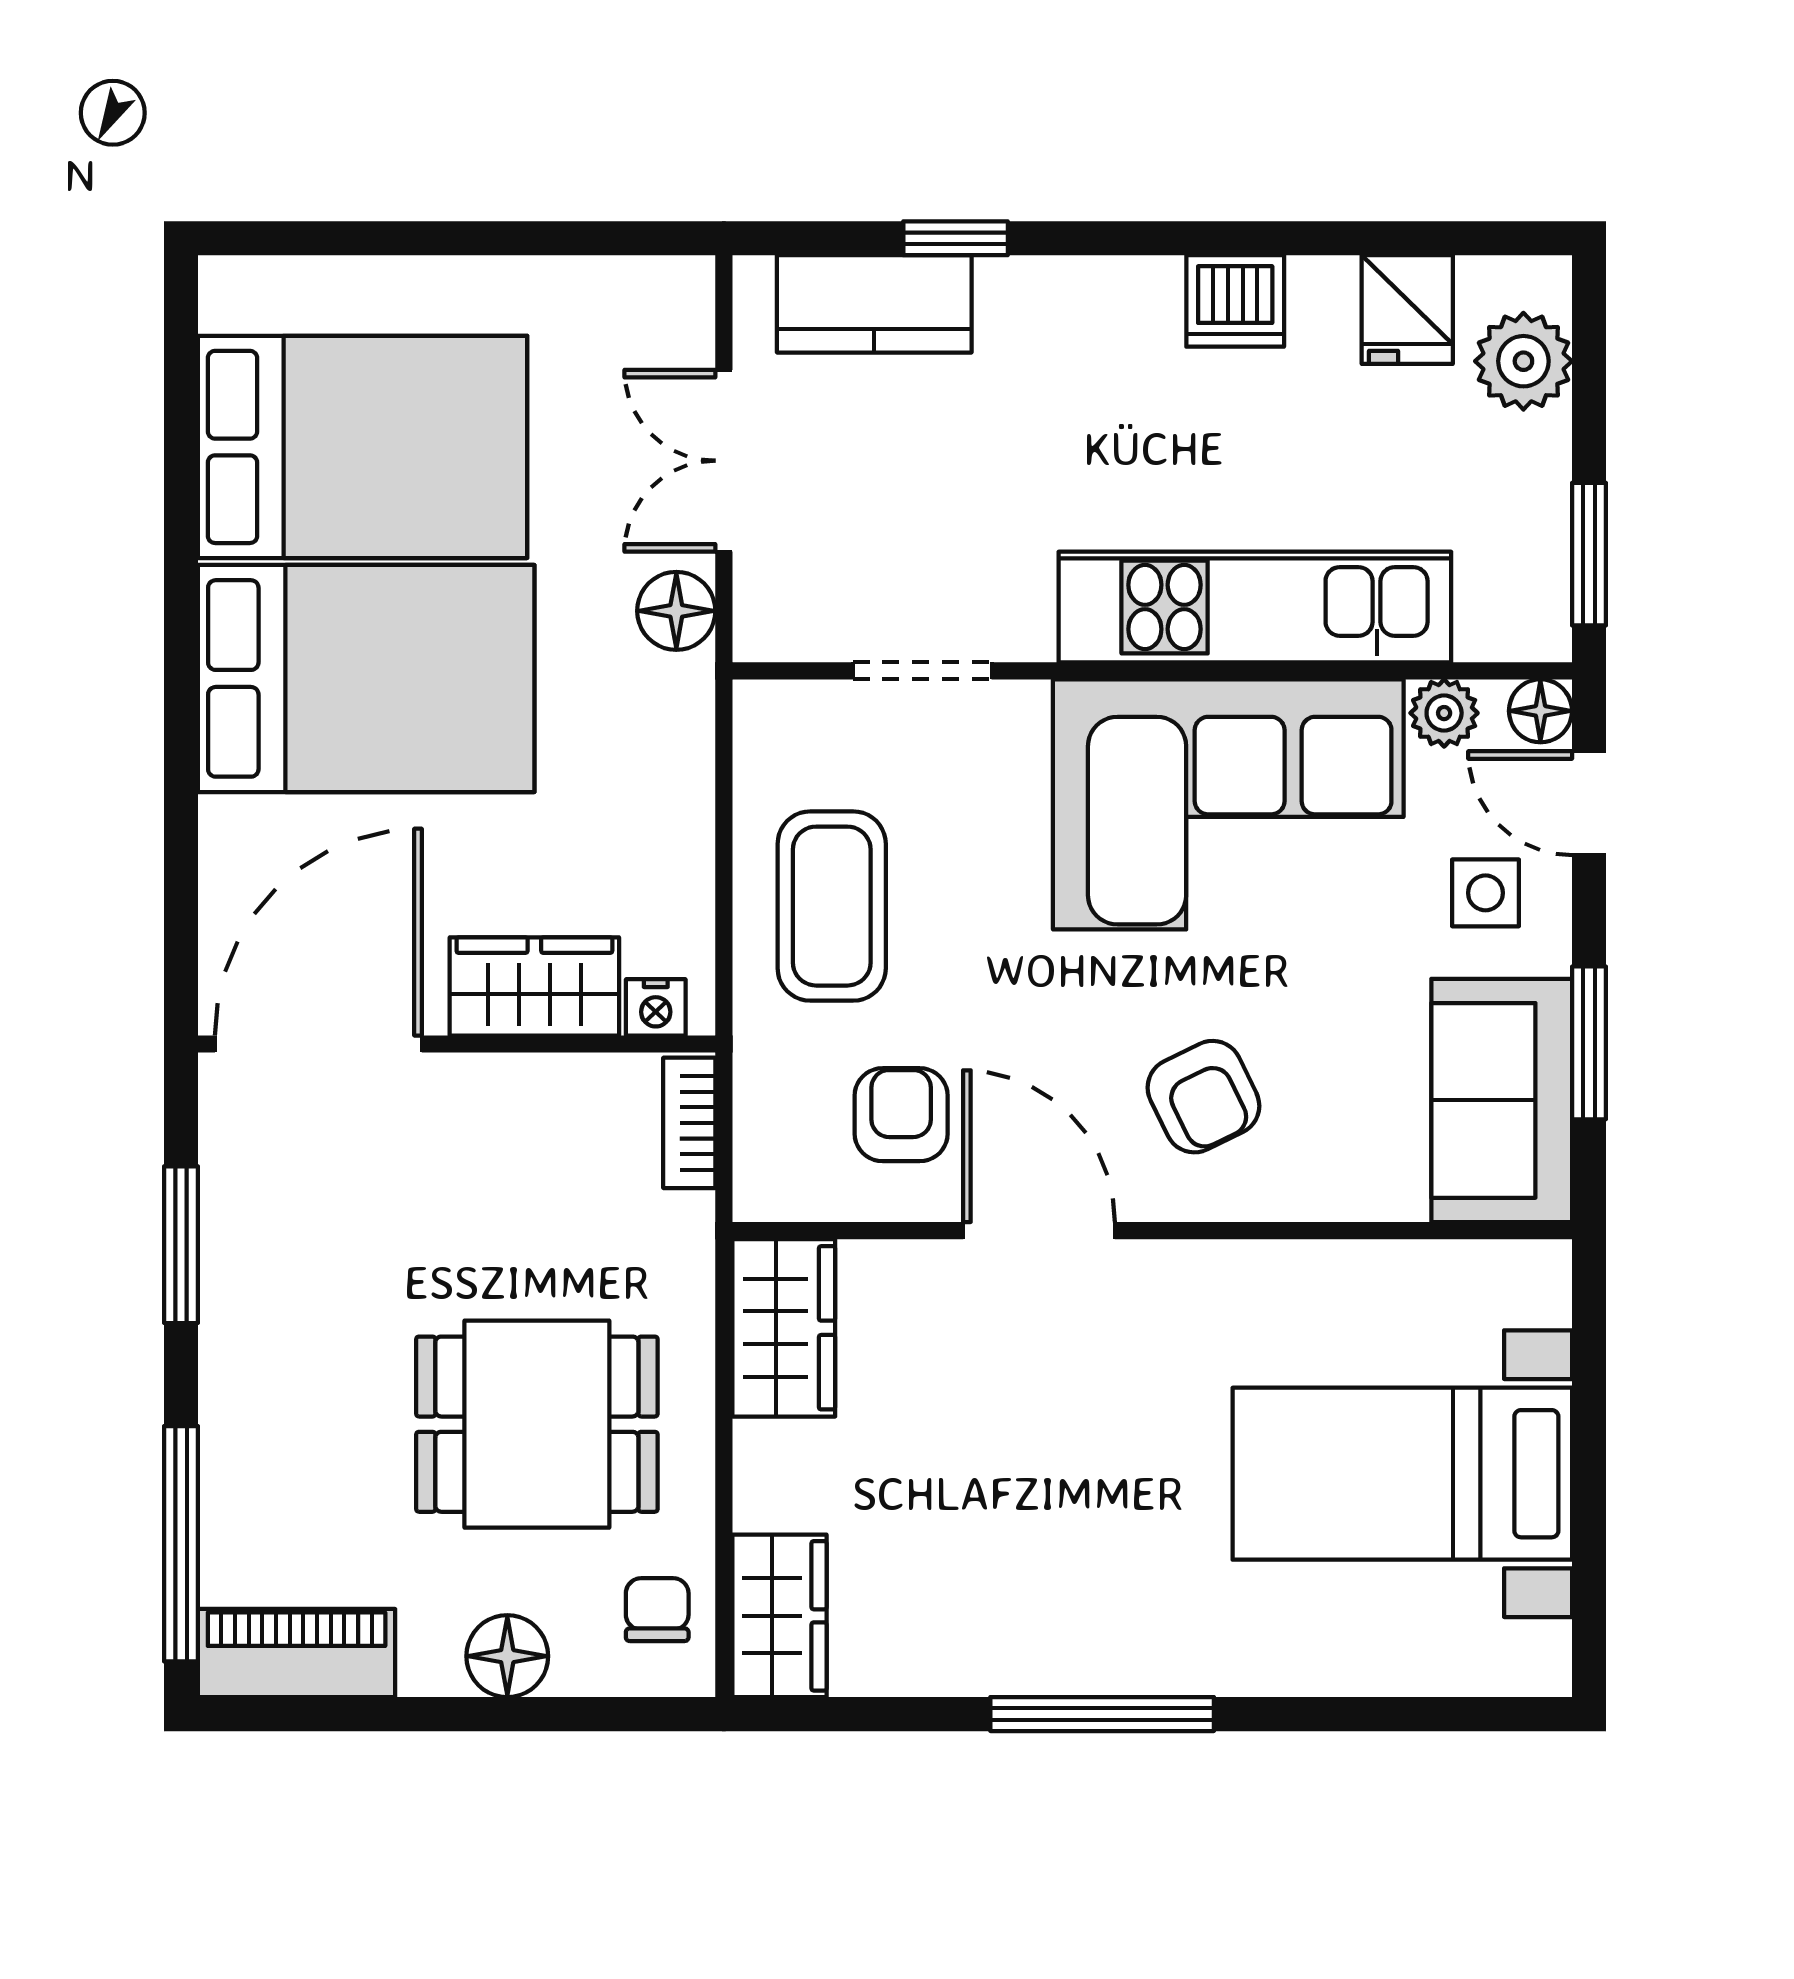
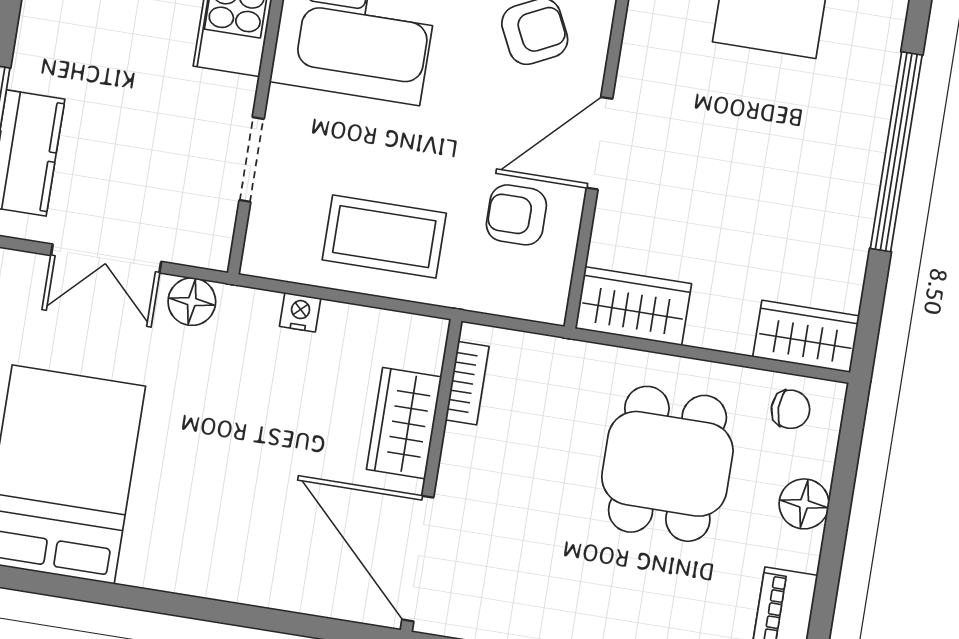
bed: (366, 678) -> (203, 495), removed
nightstand: (656, 1007) -> (300, 312), moved, turned -90
bookcase: (689, 1123) -> (467, 383), moved, turned -90
chair: (657, 1610) -> (791, 409), turned 180
window: (1102, 1714) -> (896, 152), width x1.46

